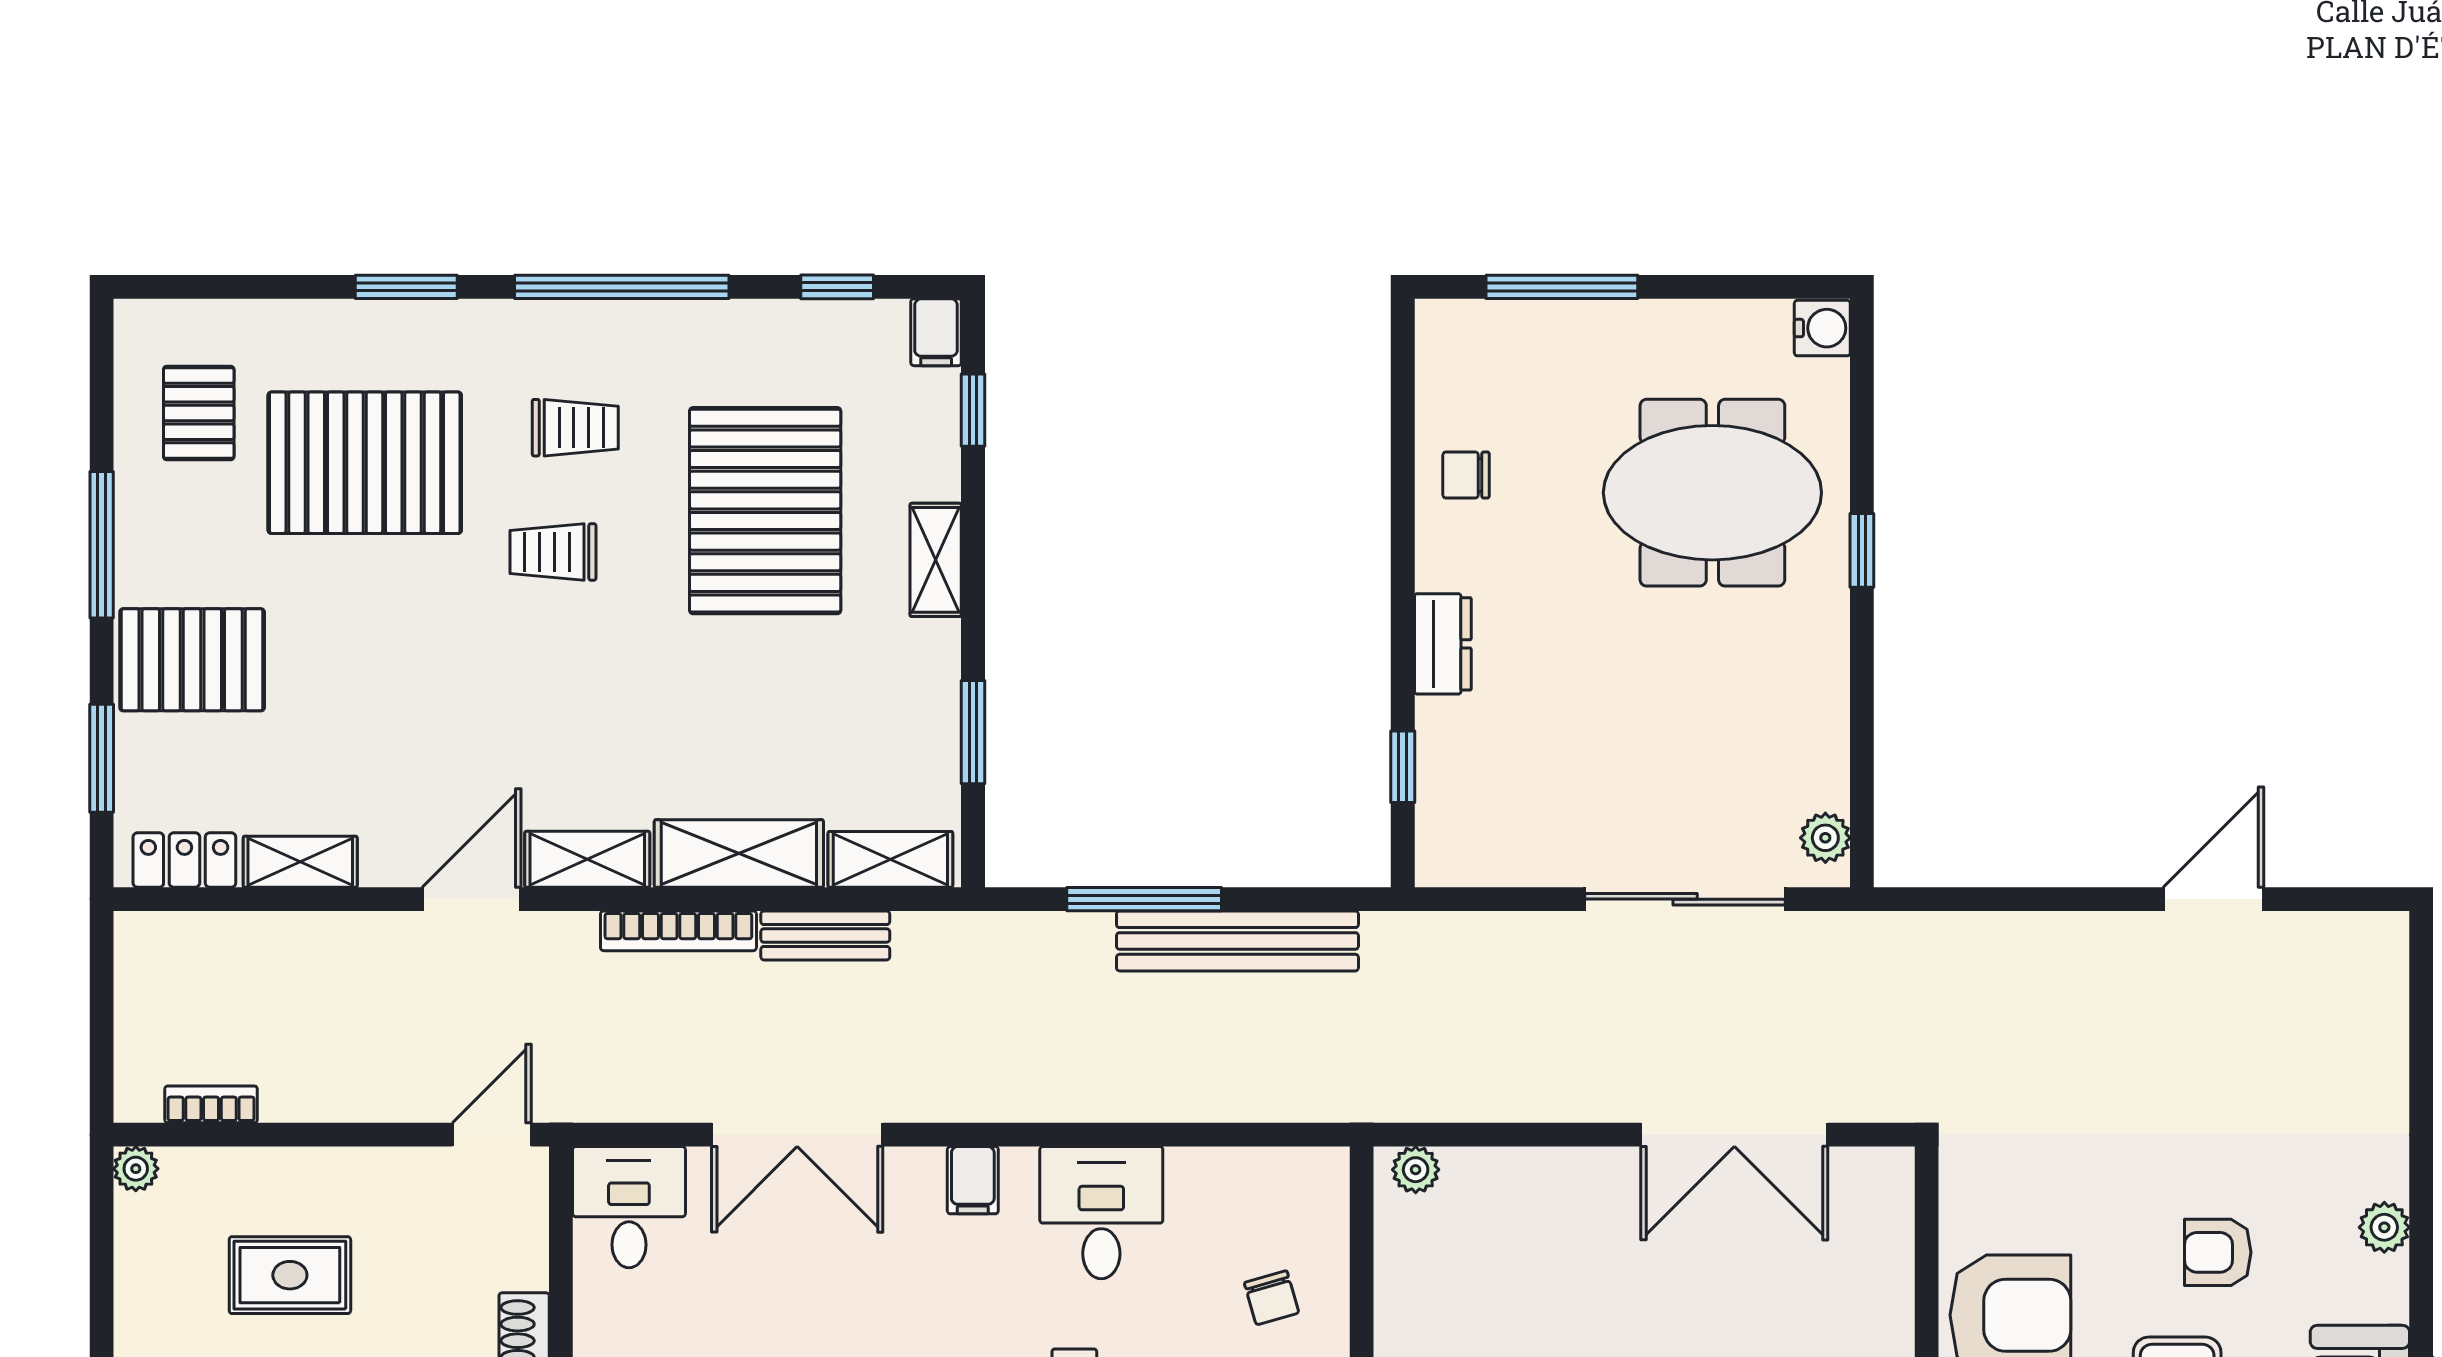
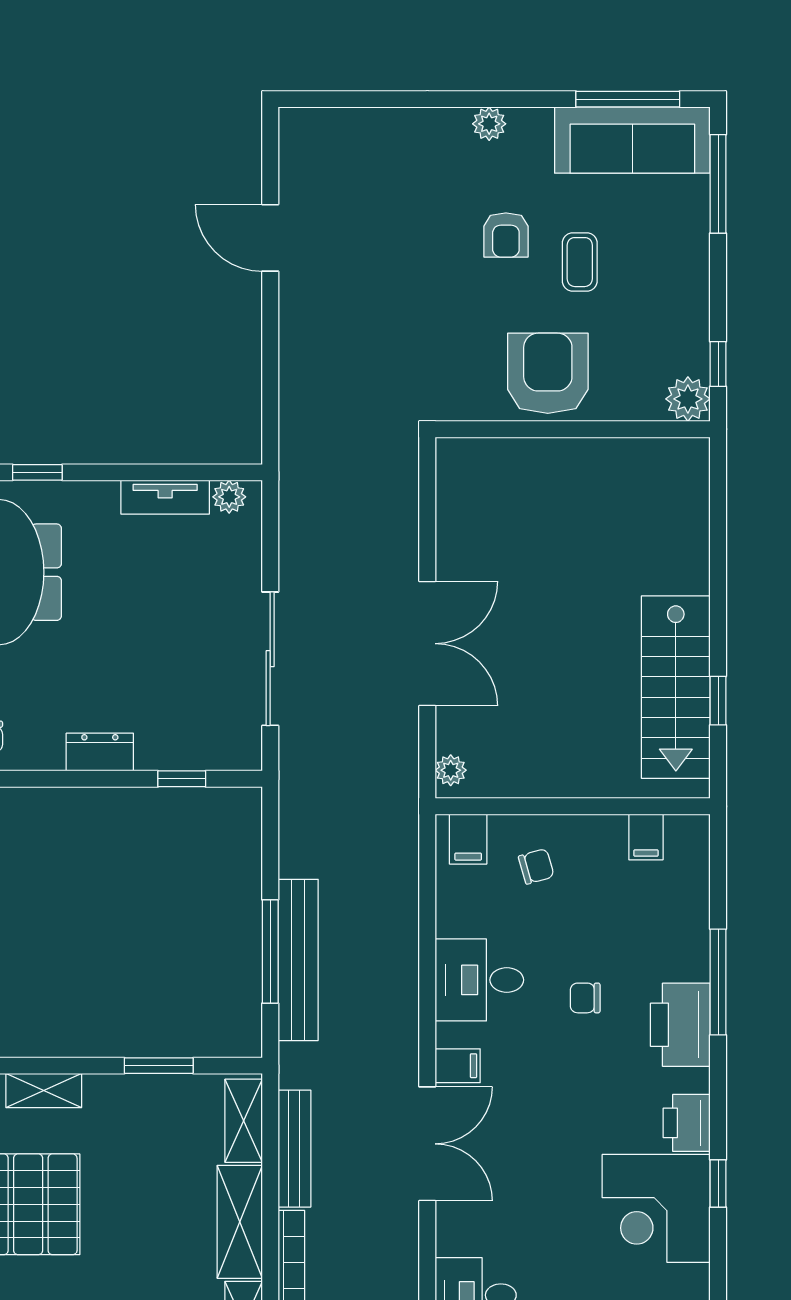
tv unit: (1825, 742) -> (165, 497), added
sliding door: (1685, 899) -> (270, 659), moved
bench: (825, 935) -> (294, 1149), width x1.36
bench: (1237, 941) -> (298, 960), moved
double door: (797, 1135) -> (427, 1144), moved
double door: (1734, 1135) -> (427, 644), moved
filing cabinet: (1312, 1196) -> (468, 839), added

